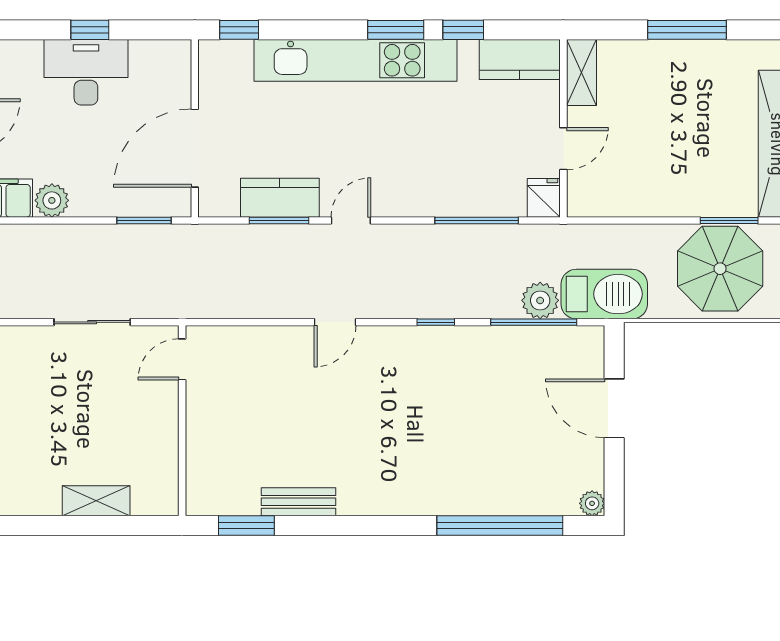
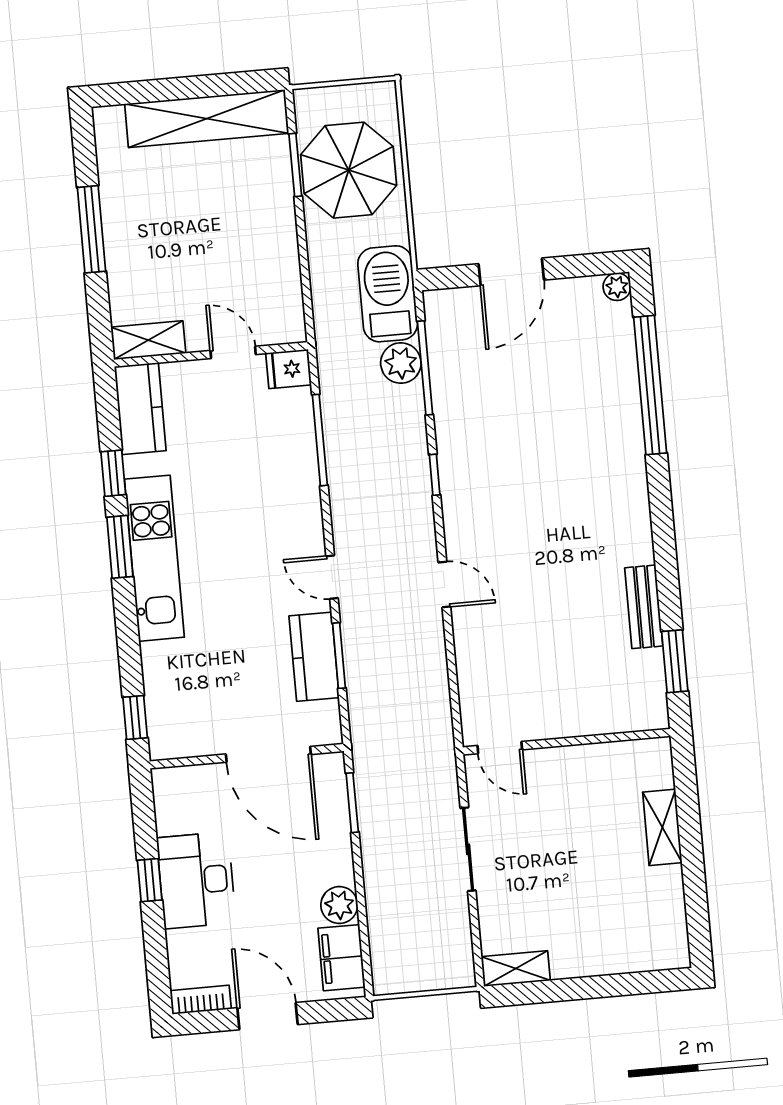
kitchen unit: (355, 60) -> (154, 558), width x0.73

